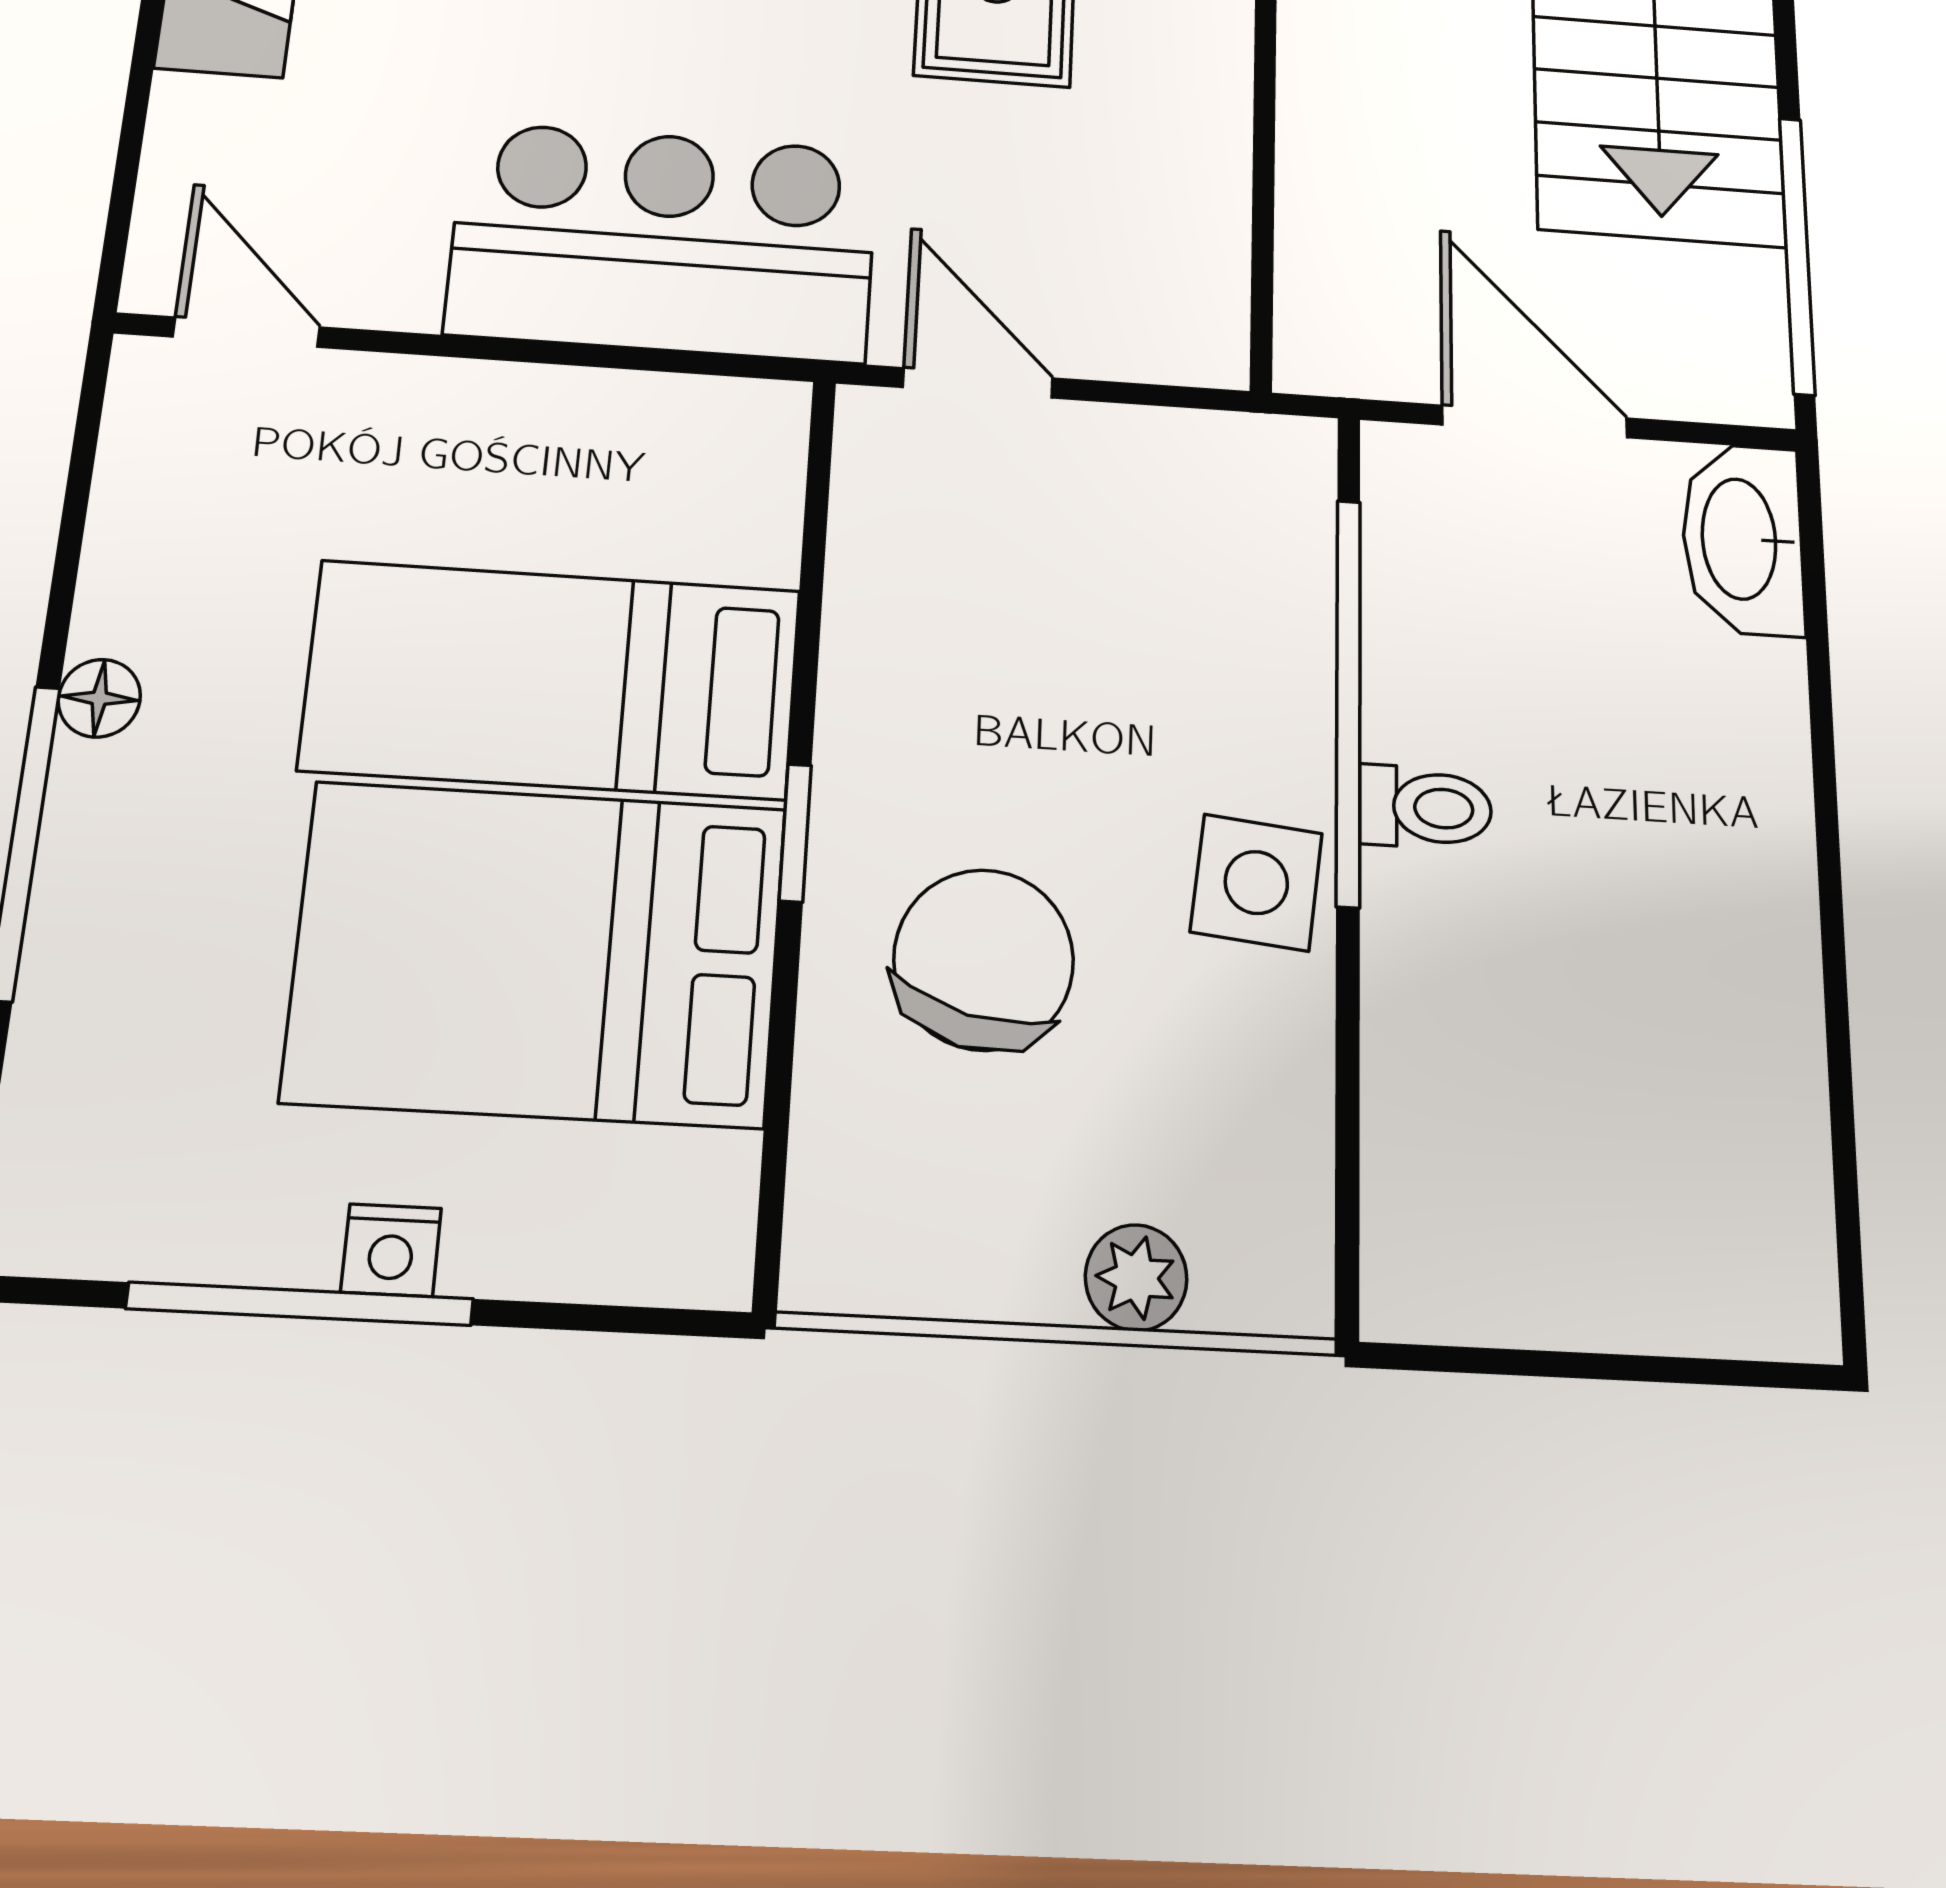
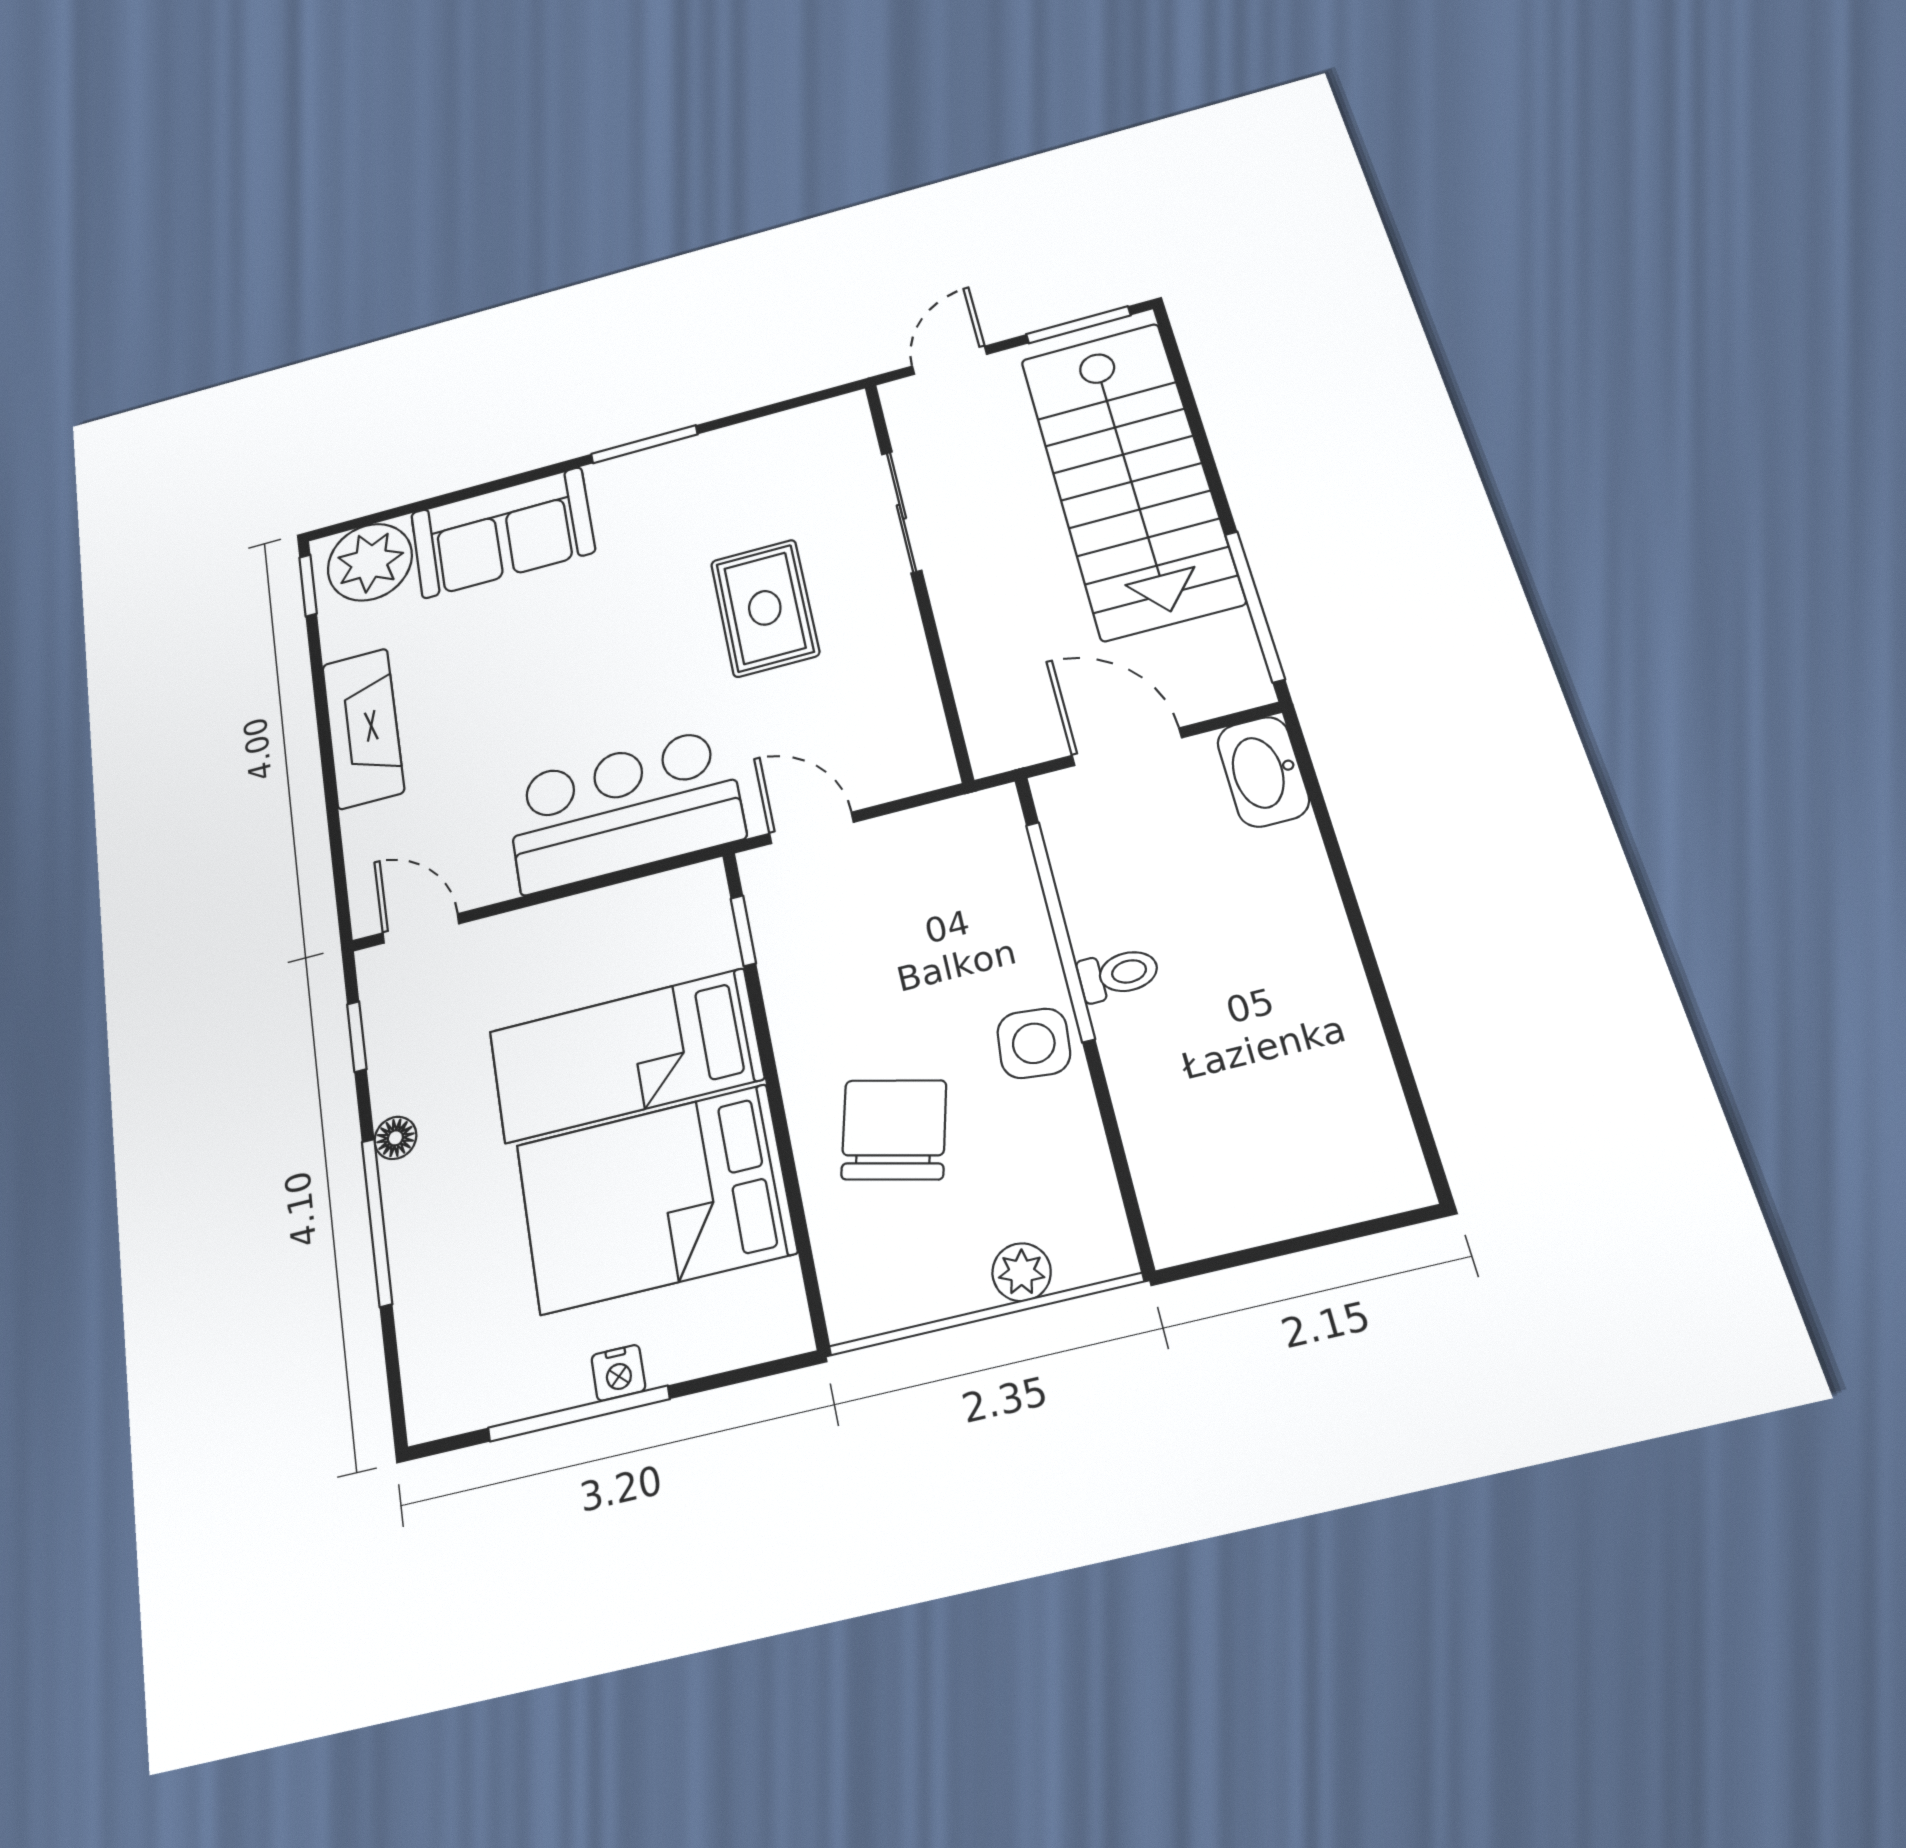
window: (78, 491) -> (357, 1037), added
window: (795, 833) -> (743, 931), moved

